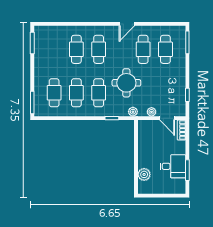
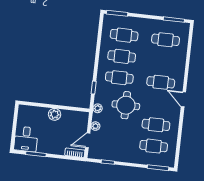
door: (127, 24) -> (183, 99), moved
cafe table: (76, 49) -> (166, 40), moved
desk: (173, 166) -> (26, 139), moved
plant: (144, 174) -> (55, 114), moved

